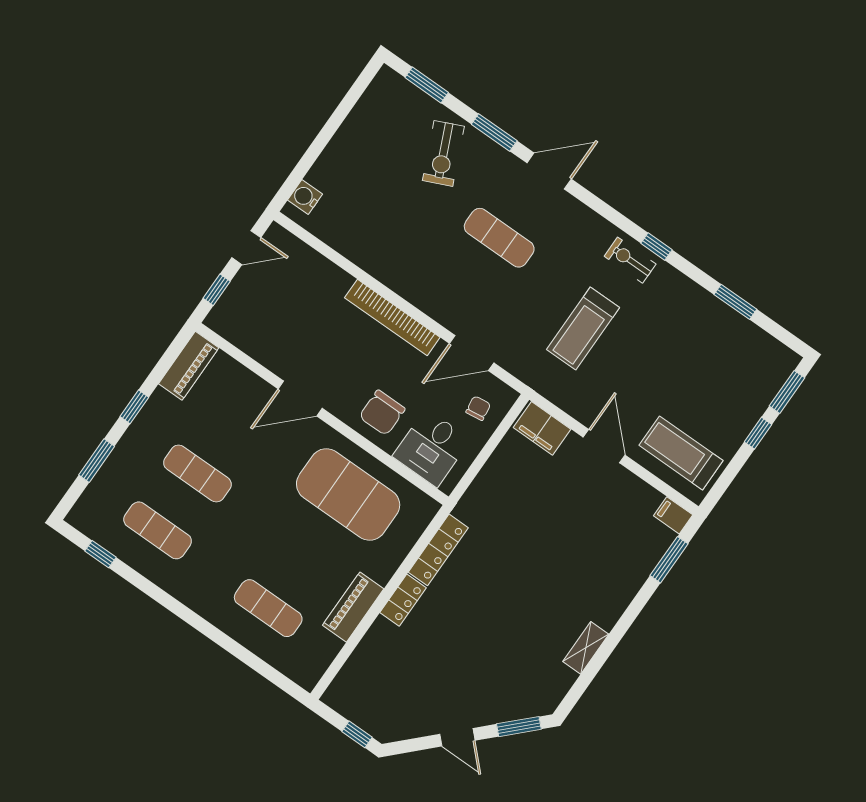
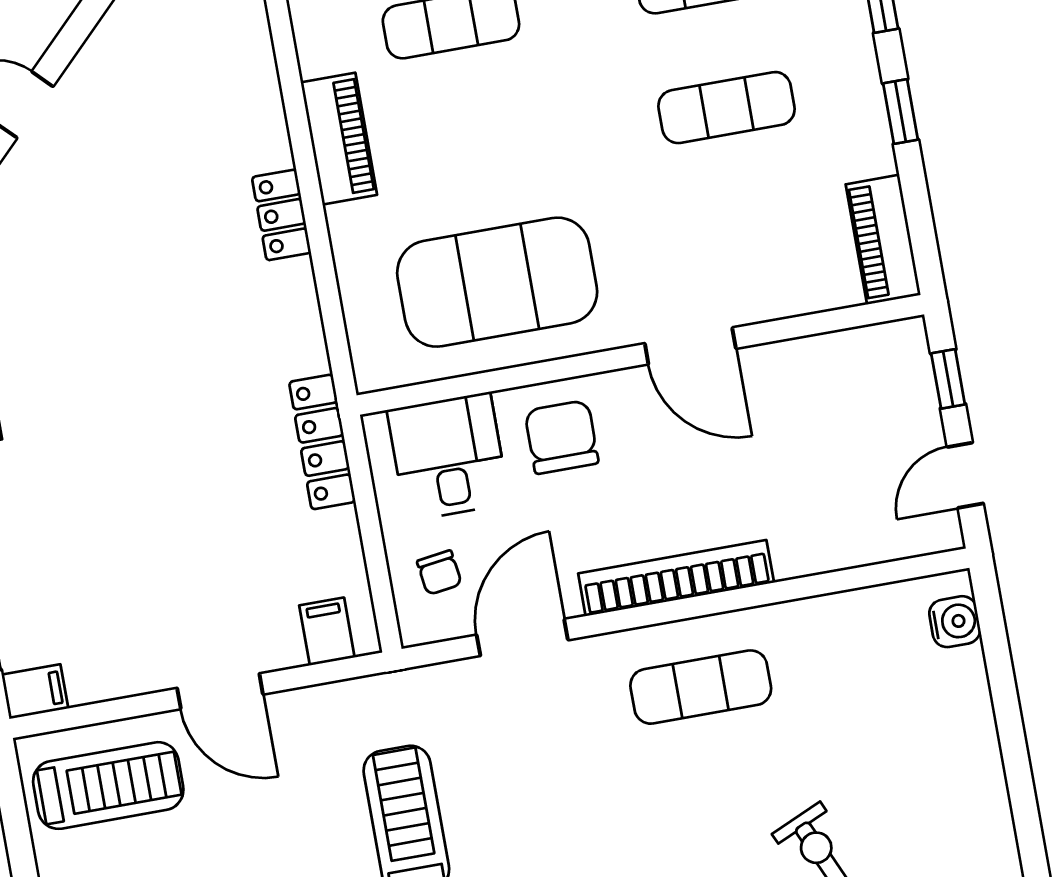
exercise mat: (499, 238) -> (701, 687), moved
door: (300, 398) -> (690, 346), swing flipped
filing cabinet: (542, 428) -> (327, 631), width x0.50
locker: (438, 550) -> (322, 442), moved

